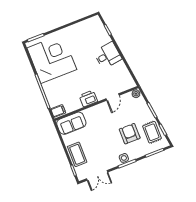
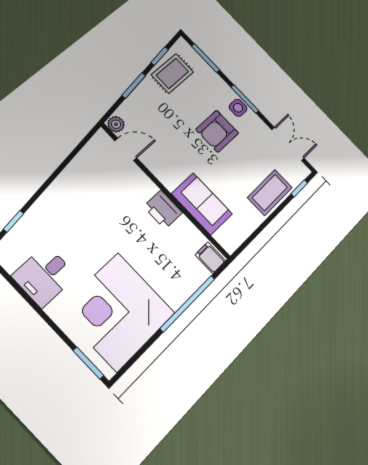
desk: (108, 55) -> (44, 276), moved, turned -82
door: (113, 97) -> (126, 149), moved
sofa: (71, 123) -> (202, 204), moved
armchair: (130, 134) -> (217, 131), moved

